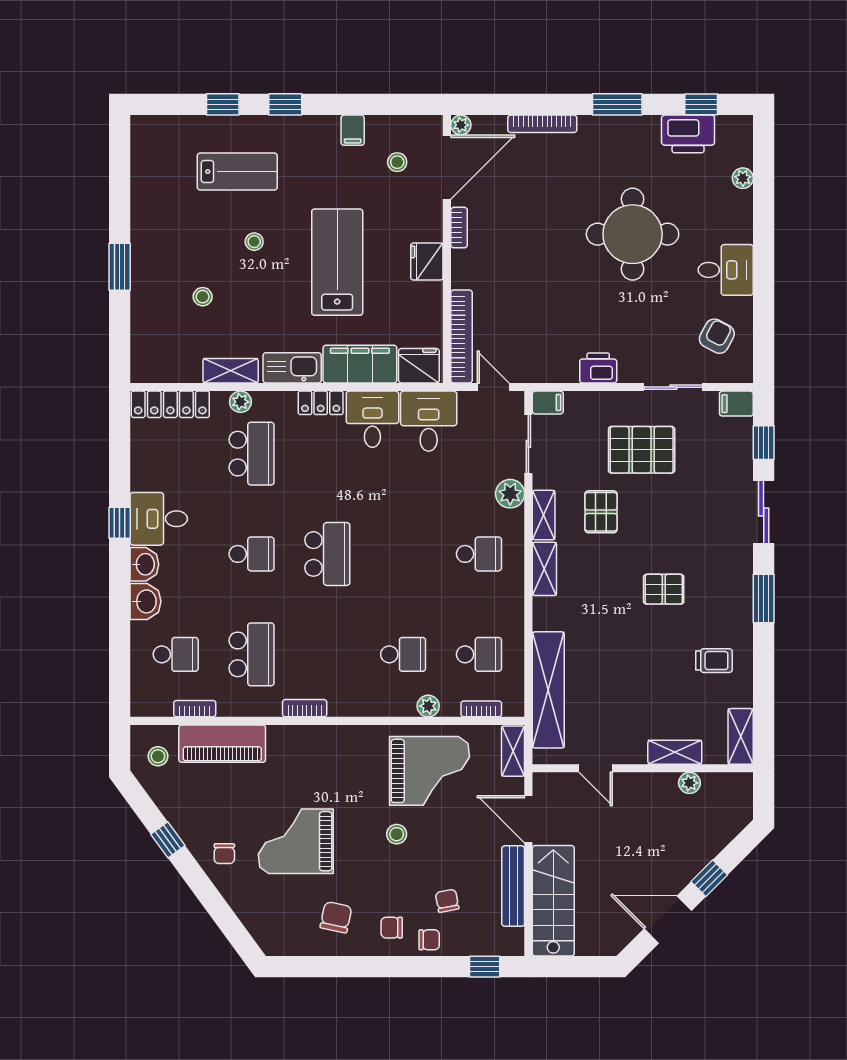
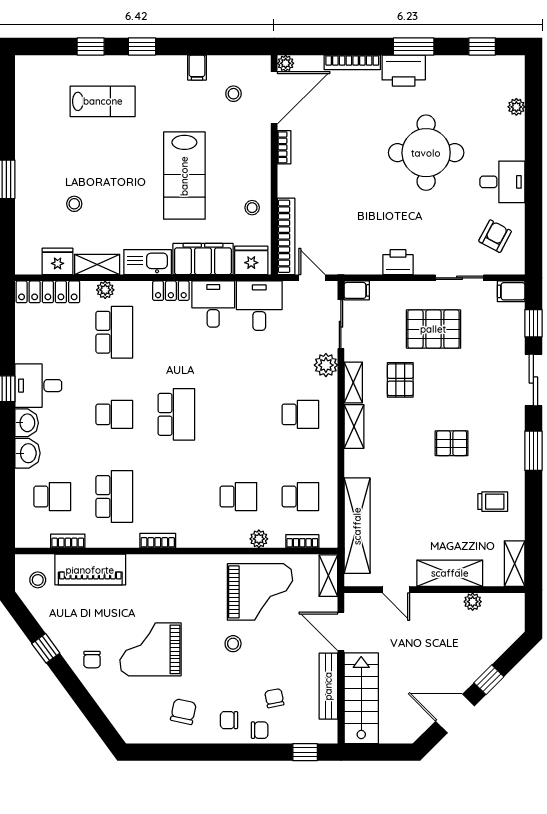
printer: (688, 134) -> (404, 71), moved
stool: (254, 242) -> (252, 208), moved
fridge: (427, 261) -> (58, 261), moved, turned 90
lab bench: (337, 262) -> (184, 176), turned 180
shelving: (675, 752) -> (450, 573), width x1.50, depth x1.33

